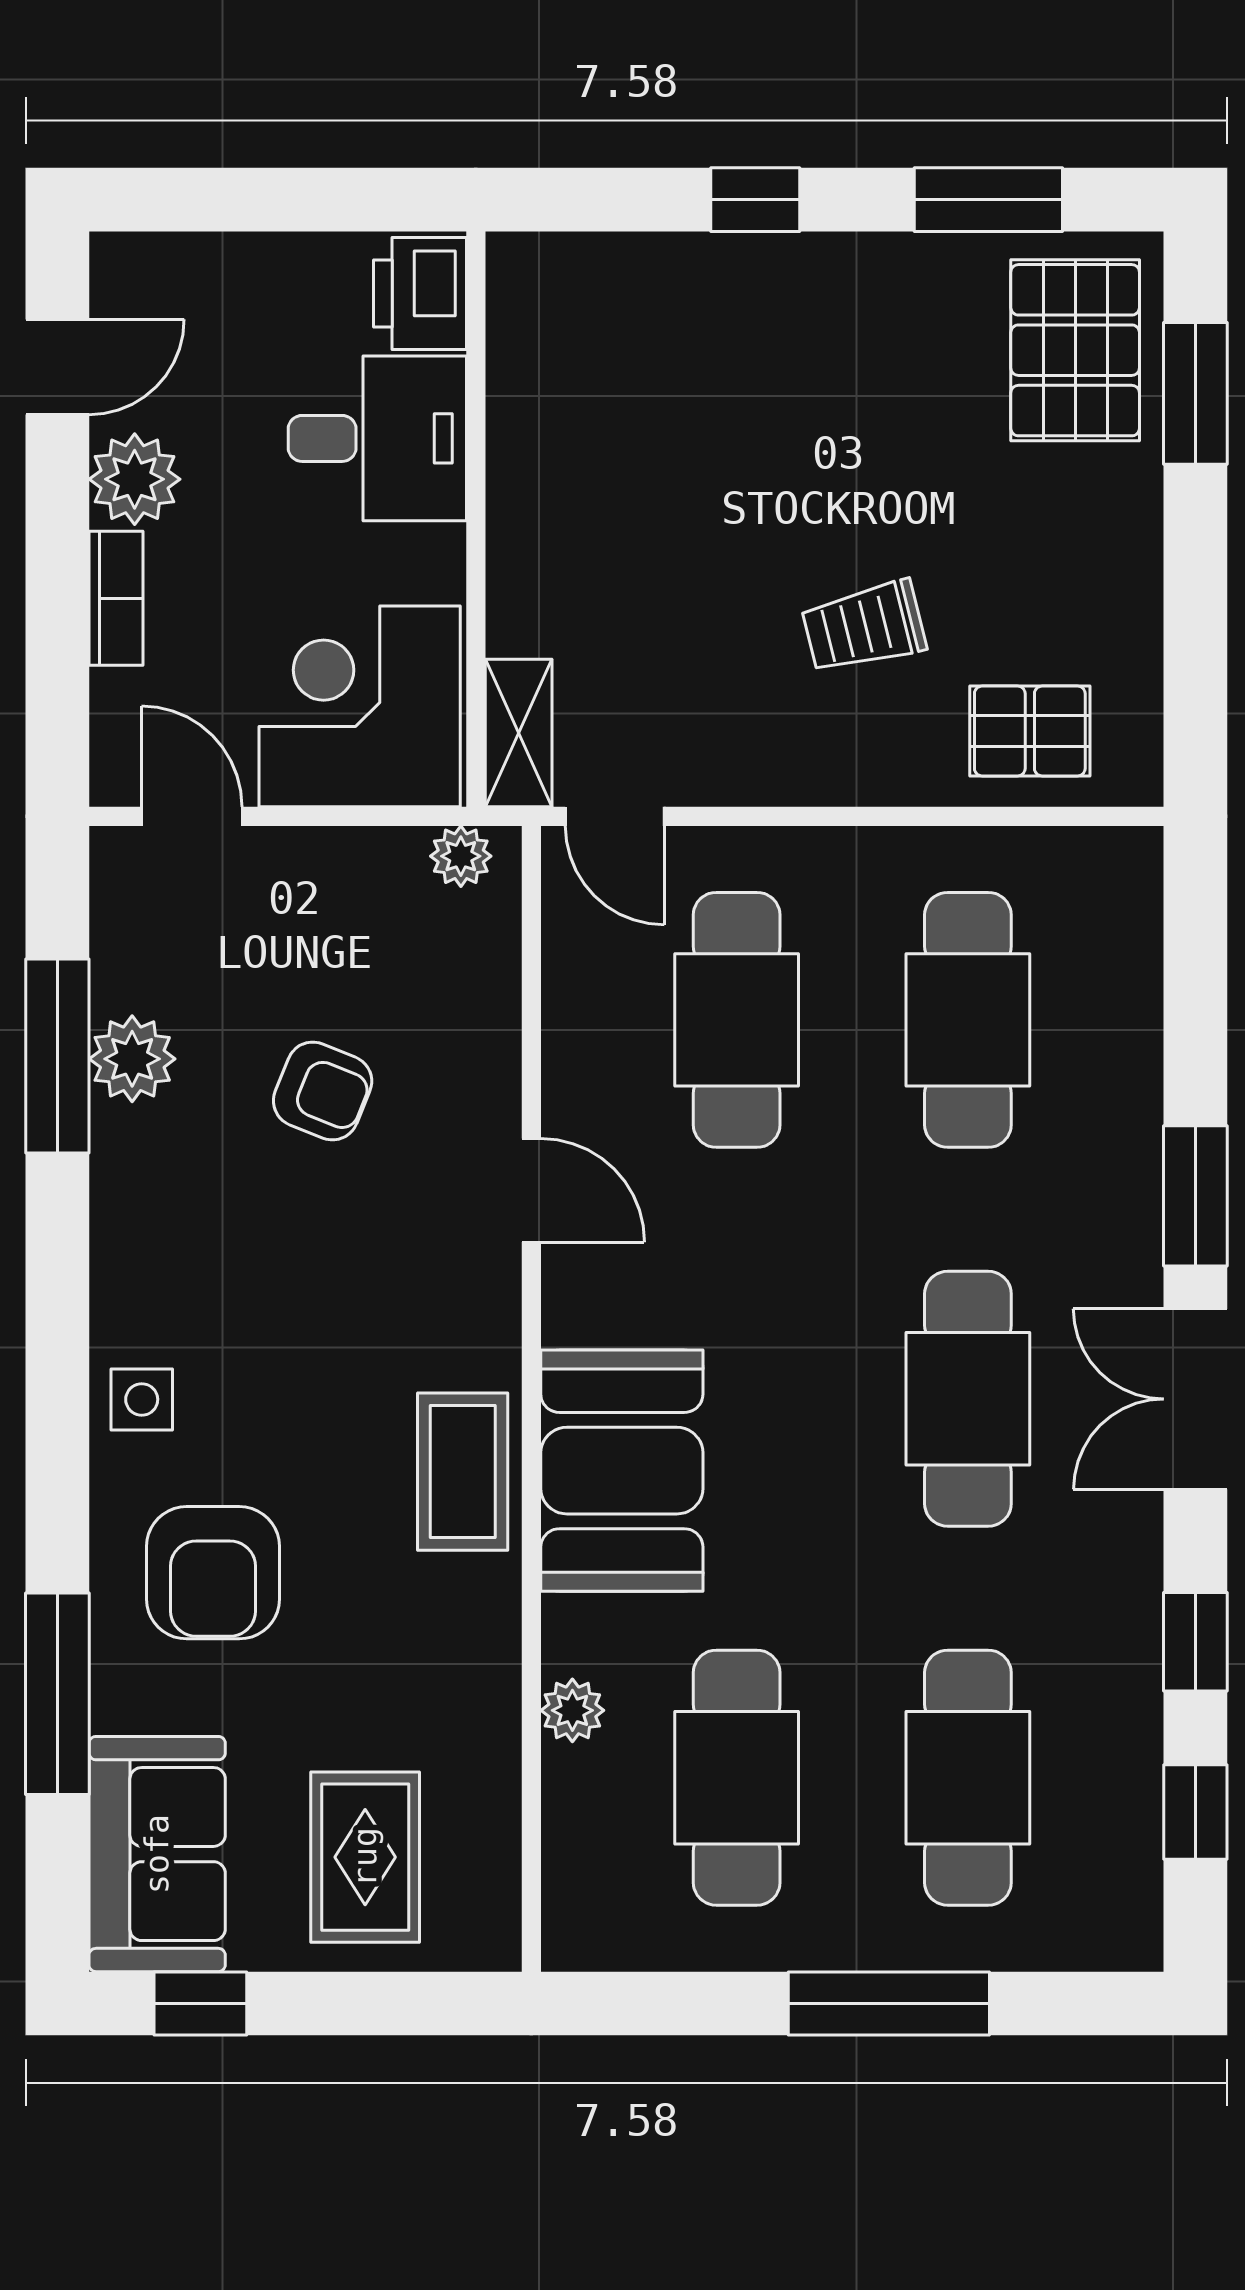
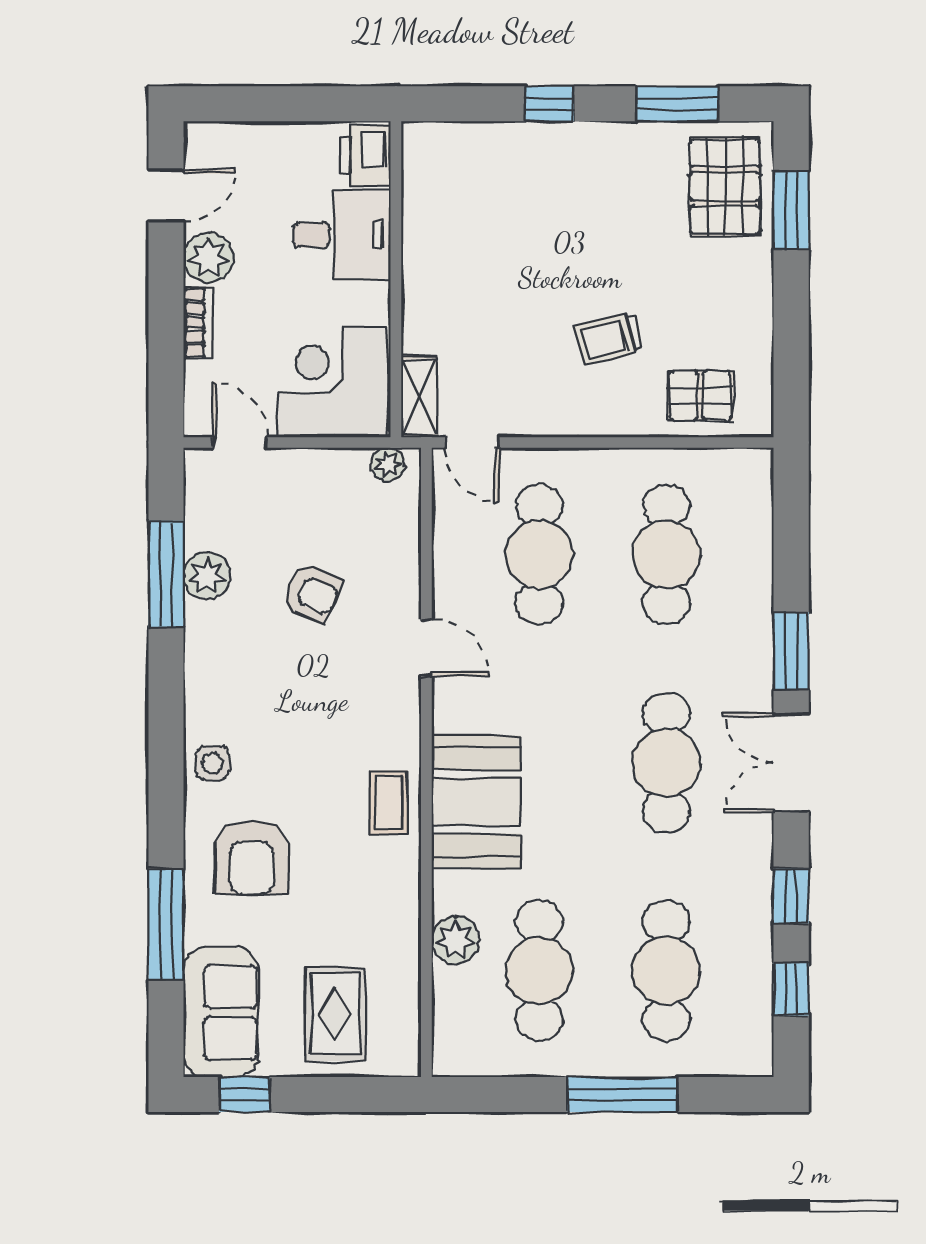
coffee table: (463, 1472) -> (389, 802), width x0.73, depth x0.77
plant: (572, 1710) -> (455, 940), width x1.38, depth x1.38

